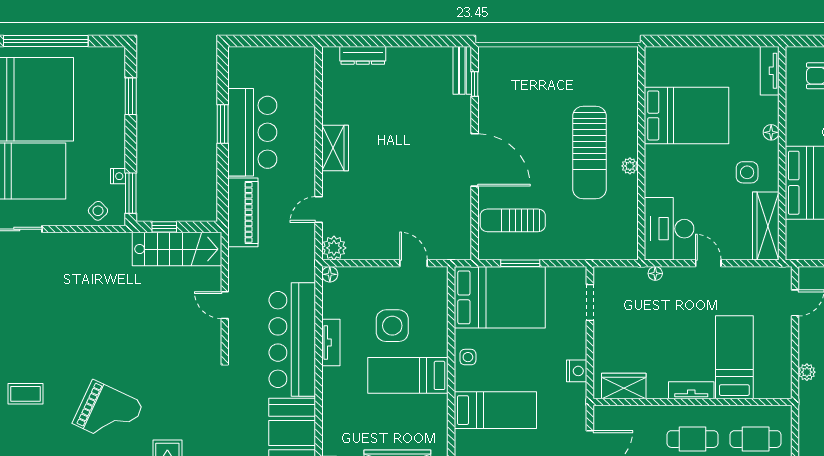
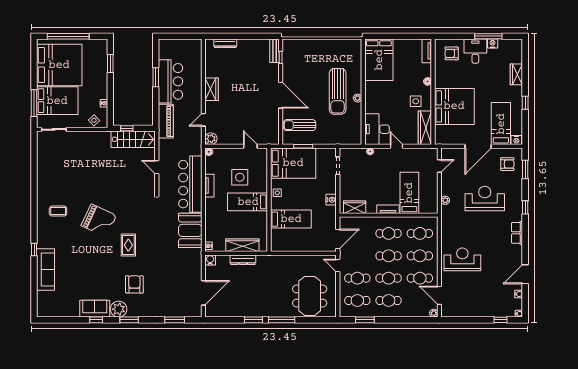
bed: (687, 115) -> (379, 60), moved, turned 90
window: (131, 193) -> (110, 112), removed

